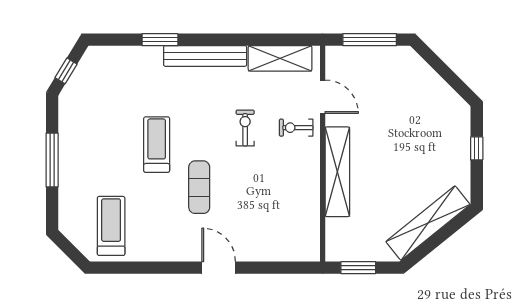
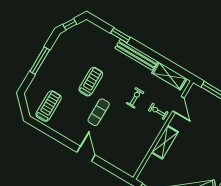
shelving: (337, 172) -> (165, 142), width x0.68

